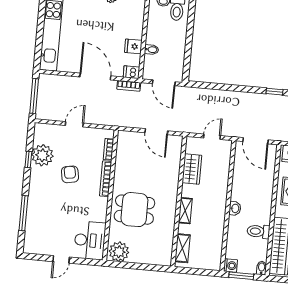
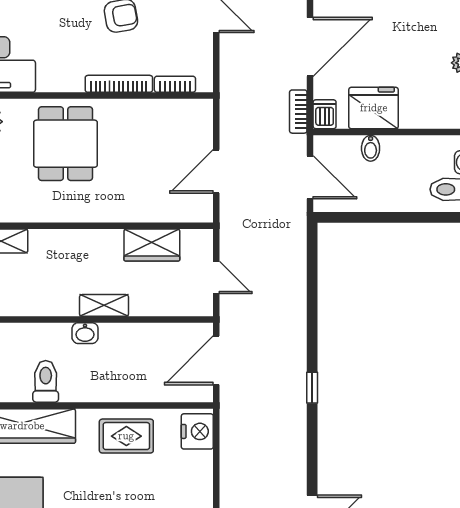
fridge: (133, 46) -> (374, 108), width x1.88, depth x1.34
door: (164, 83) -> (310, 177), swing flipped
shelving: (185, 211) -> (104, 305), moved

